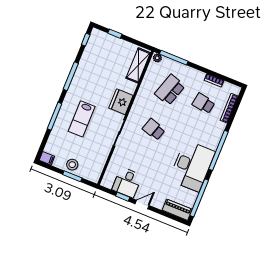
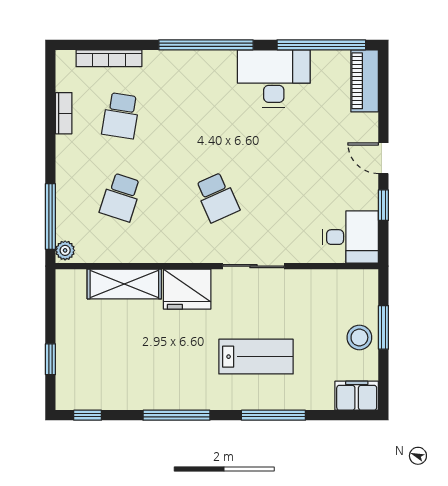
shelving: (138, 65) -> (124, 284), moved
school desk: (170, 90) -> (121, 197), width x0.54
school desk: (154, 129) -> (217, 197), turned -42
filing cabinet: (47, 158) -> (357, 396), width x2.00
desk: (192, 166) -> (274, 78), width x0.73, depth x0.77
desk: (127, 183) -> (350, 237), moved

